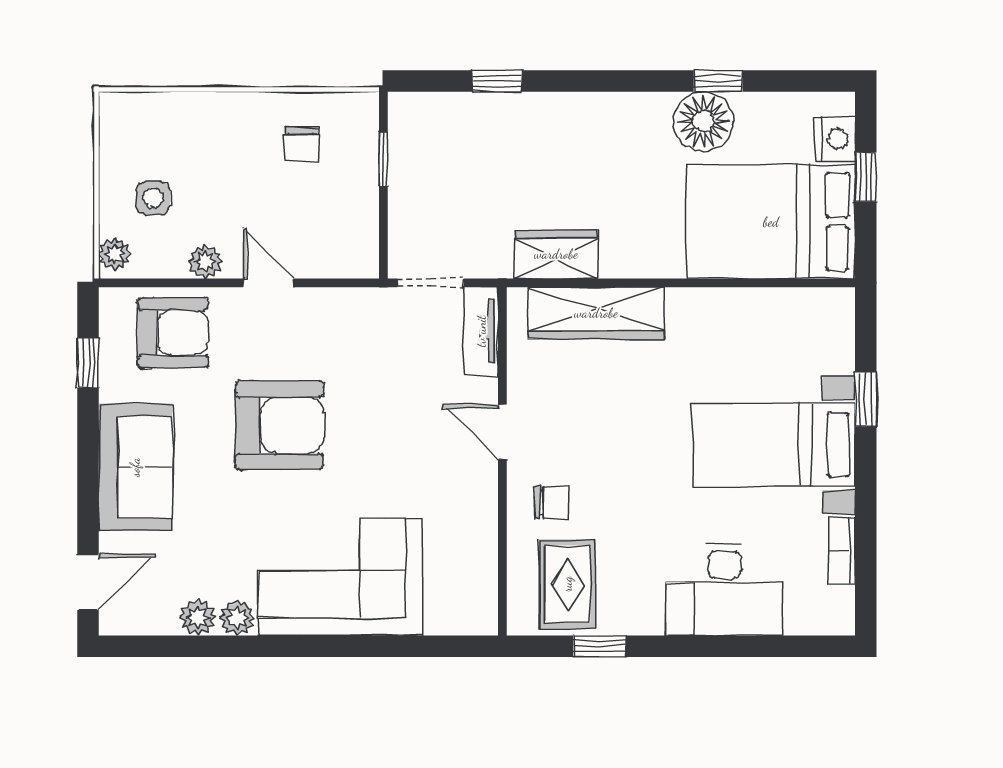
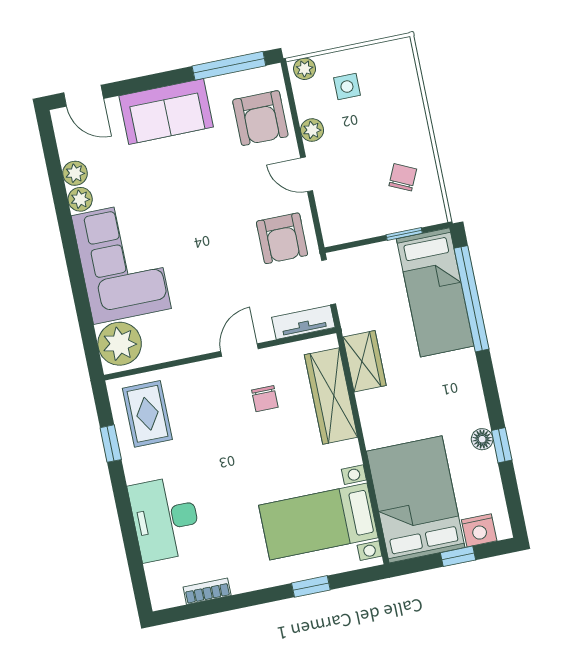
window: (497, 81) -> (472, 299), width x3.17
floor lamp: (704, 121) -> (482, 439), width x0.53, depth x0.53
bed: (477, 132) -> (435, 292), added
chair: (301, 144) -> (403, 177), turned 115
door: (268, 283) -> (307, 174), swing flipped
window: (88, 363) -> (229, 66), width x2.17
armchair: (279, 425) -> (282, 238), moved, width x0.73, depth x0.73
bed with nightstands: (773, 445) -> (318, 522), moved, turned -90
chair: (551, 502) -> (265, 399), moved
rug: (567, 584) -> (147, 414), turned 90
plant: (458, 604) -> (120, 344), added

